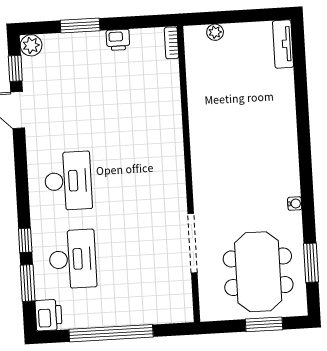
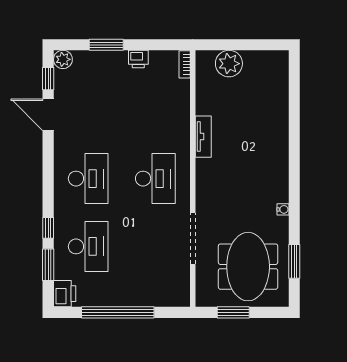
plant: (215, 32) -> (229, 64), width x1.87, depth x1.87
tv unit: (283, 44) -> (203, 137), moved, turned 180
desk: (145, 176) -> (155, 179), added
window: (264, 324) -> (233, 312), moved

